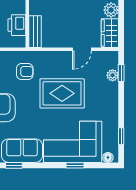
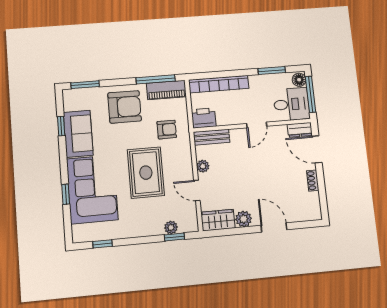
printer: (17, 25) -> (204, 118), moved
plant: (61, 42) -> (203, 166), added
armchair: (25, 71) -> (167, 130), turned -90
floor lamp: (108, 157) -> (77, 231), removed

